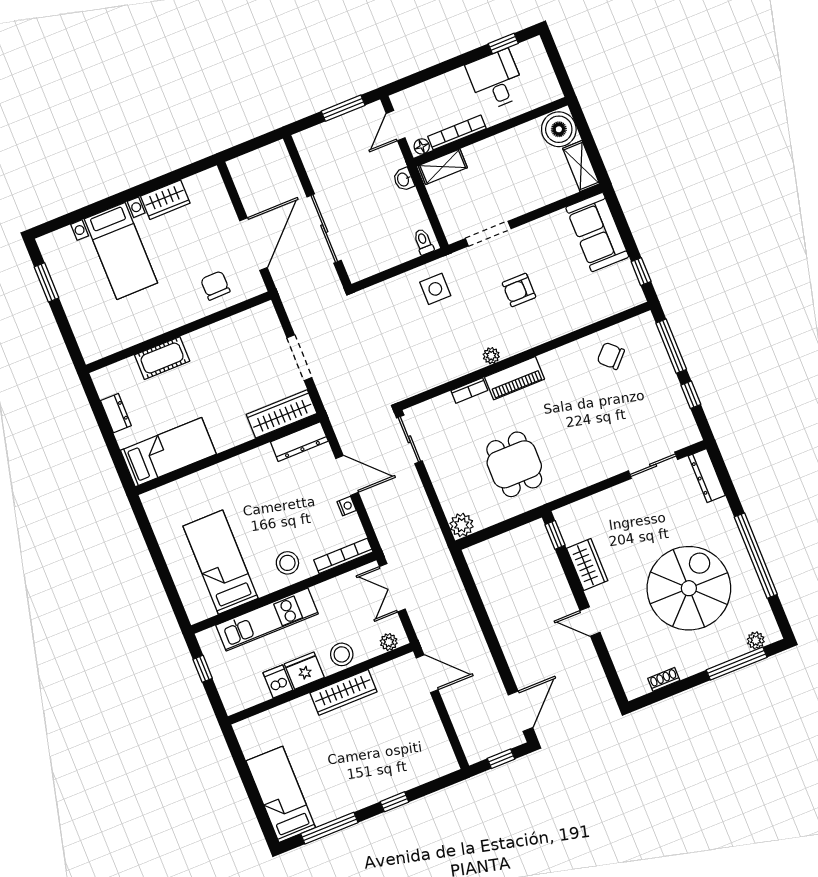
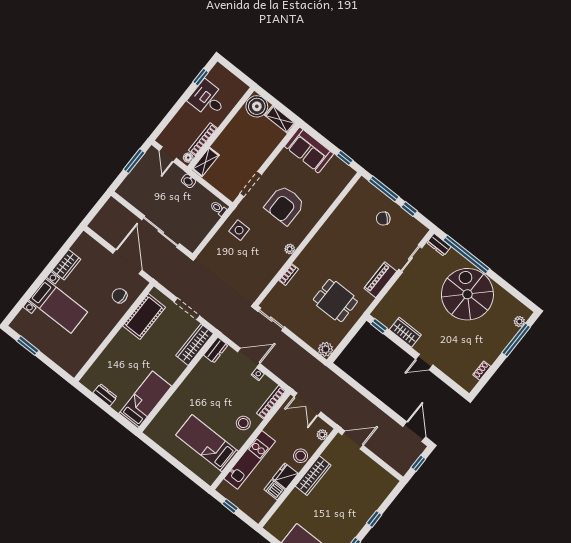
armchair: (519, 290) -> (285, 205), width x1.88, depth x1.88
chair: (611, 356) -> (383, 218), moved
cot: (162, 358) -> (144, 317), moved, width x1.37, depth x1.34
piano: (514, 378) -> (380, 280), moved, turned 180
dresser: (299, 442) -> (216, 350), width x0.70
dresser: (707, 476) -> (439, 245), width x0.70
window: (756, 556) -> (466, 254), moved
spiral stairs: (689, 588) -> (467, 294), moved

